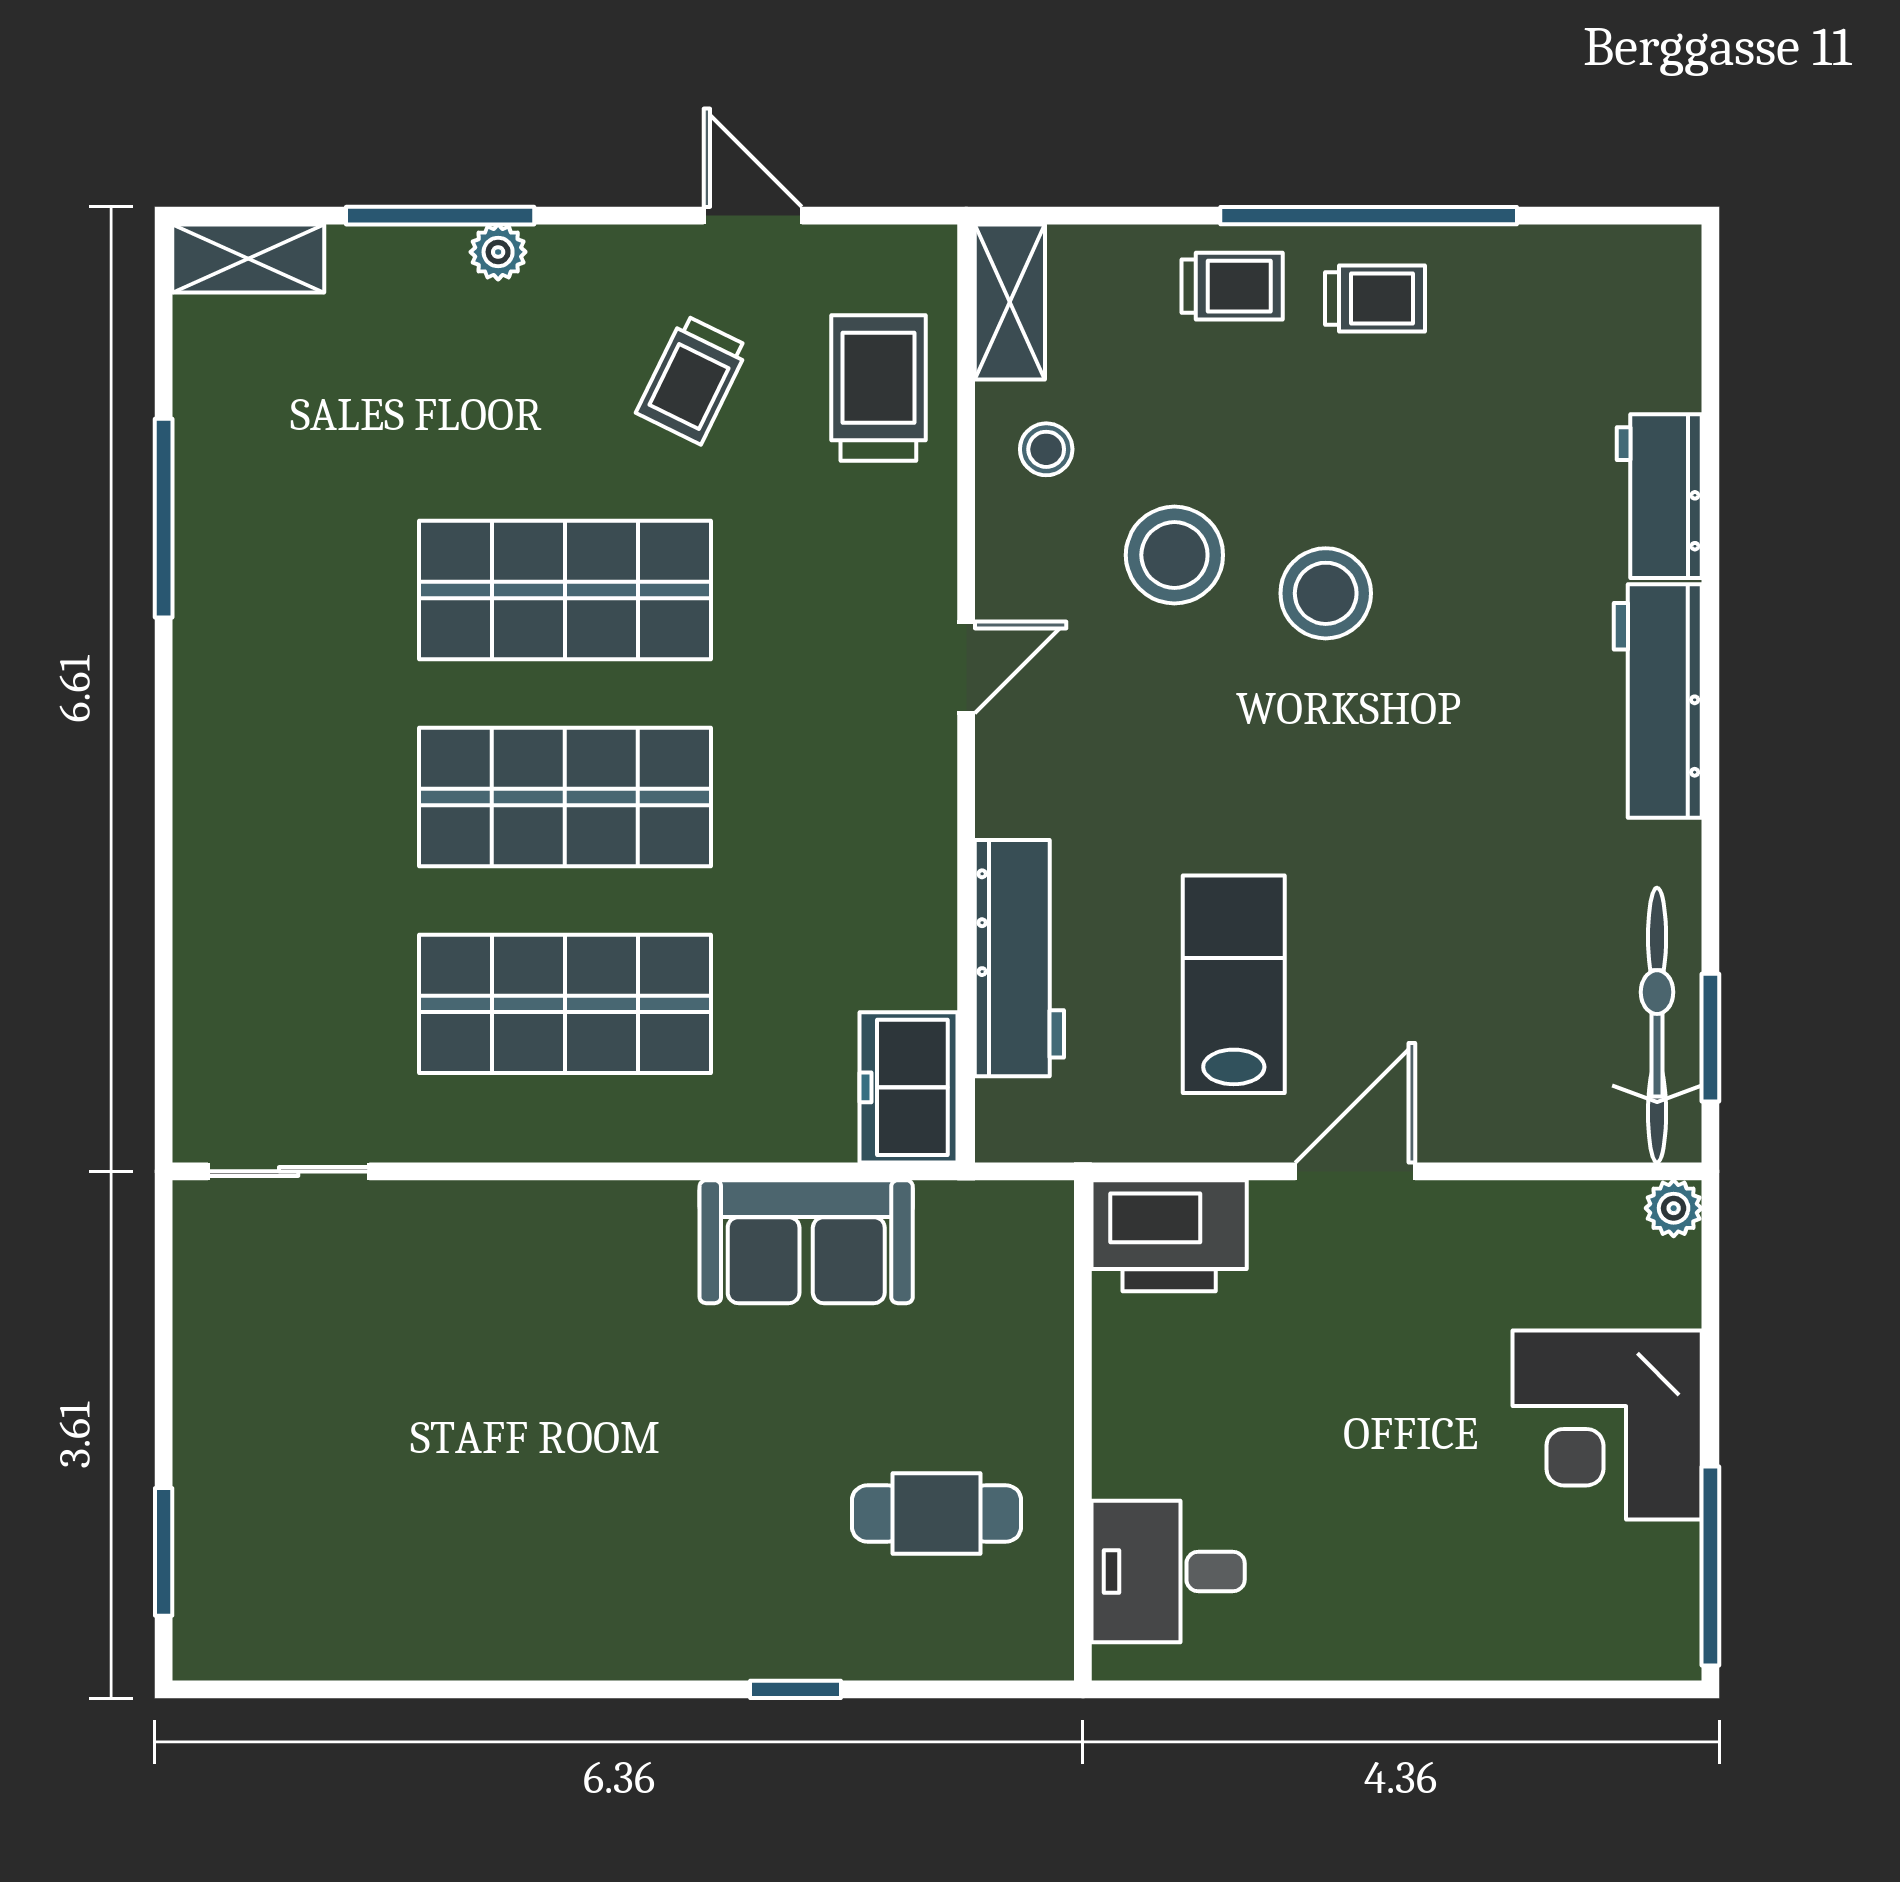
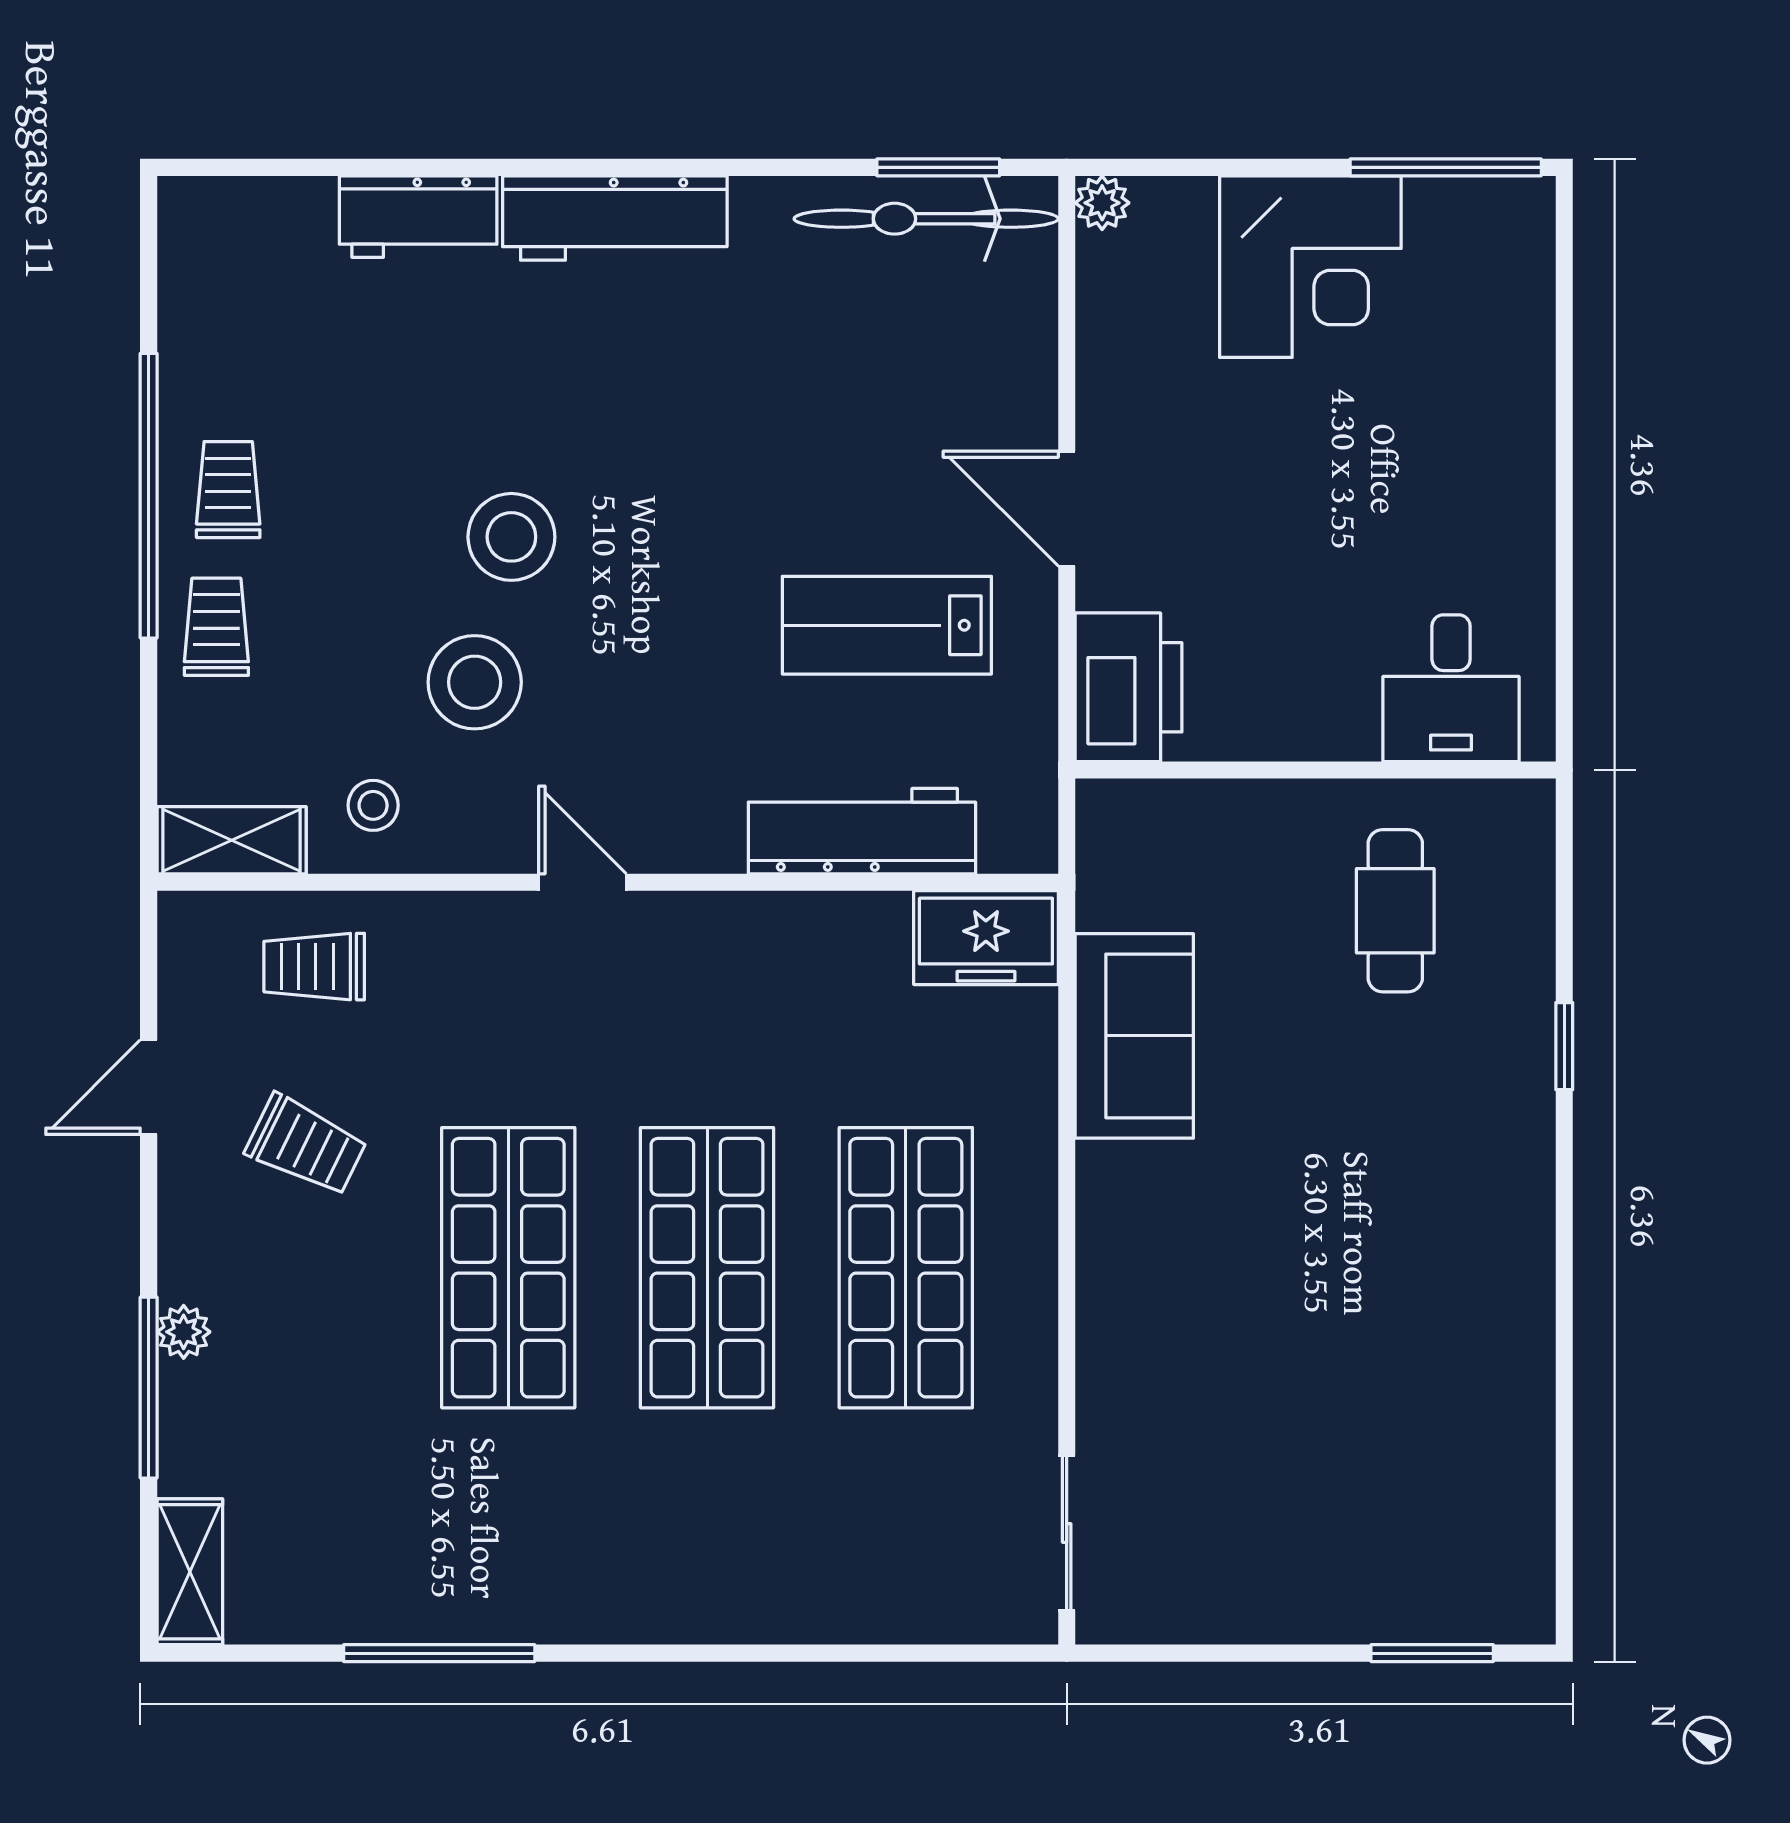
trolley: (878, 388) -> (314, 967), width x0.73, depth x0.72

